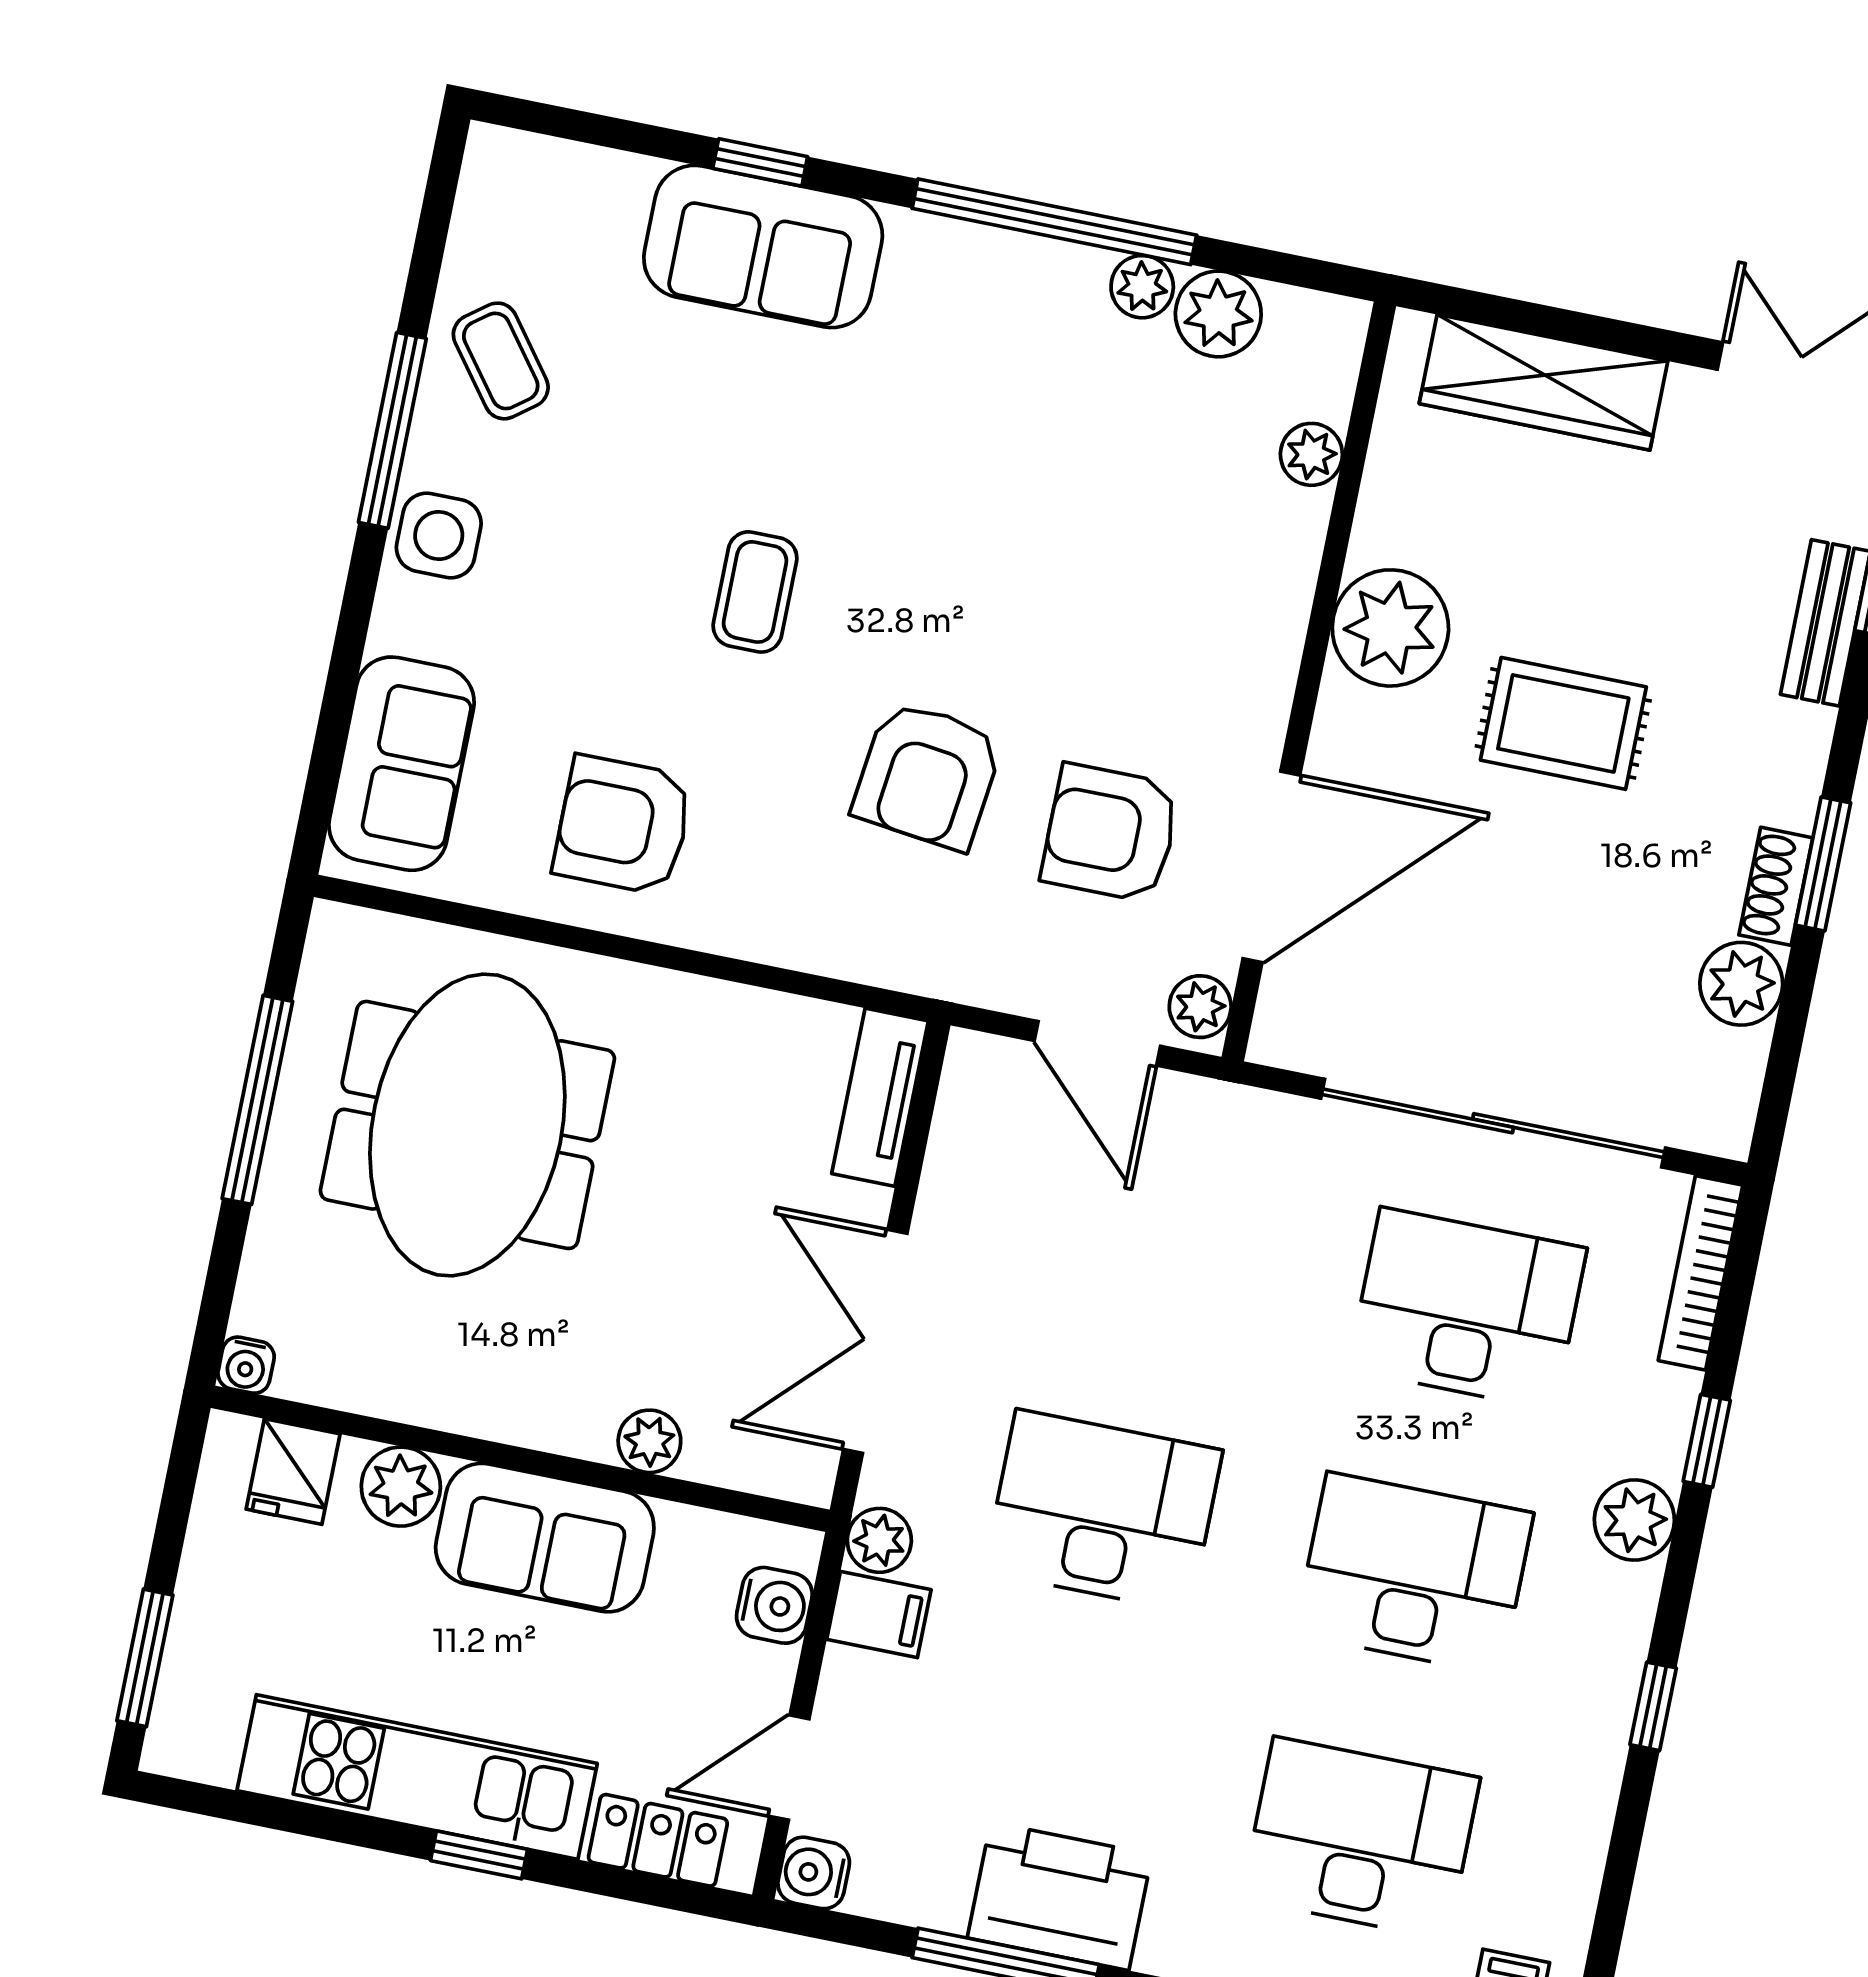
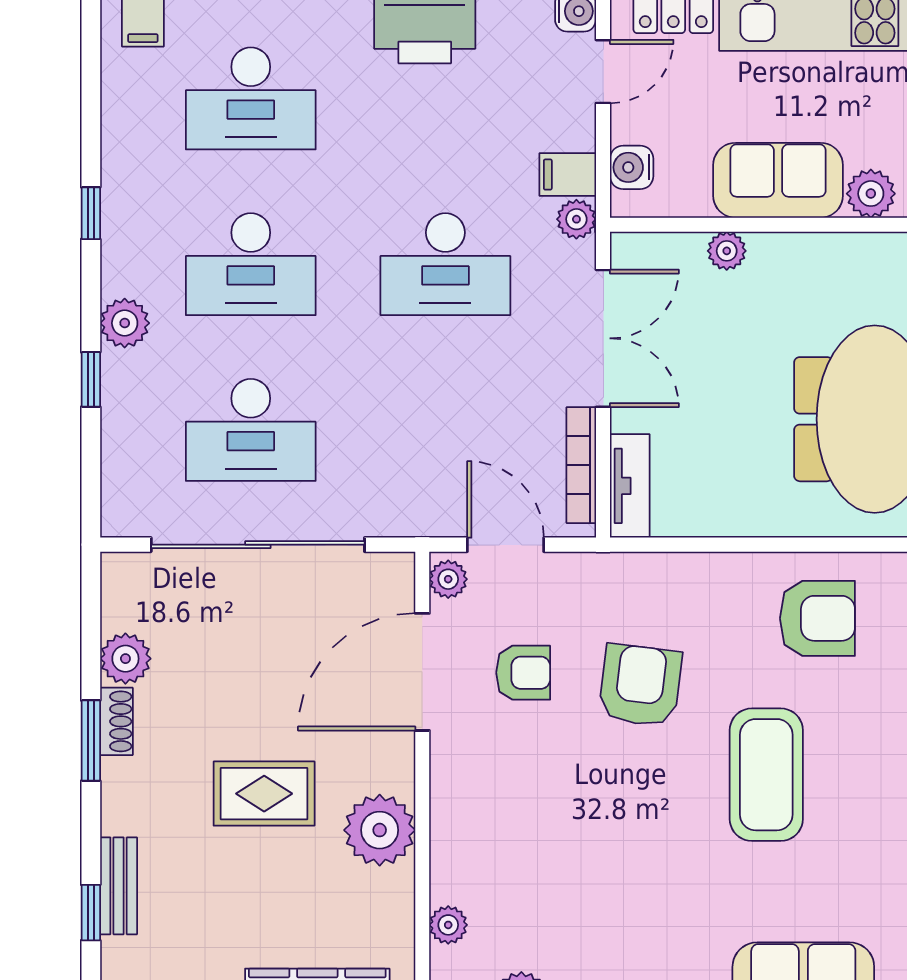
coffee table: (755, 592) -> (766, 775), width x1.86, depth x1.72
armchair: (1110, 833) -> (523, 673), width x0.72, depth x0.72
bookcase: (1700, 1273) -> (581, 465), moved, turned 180

